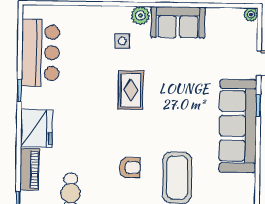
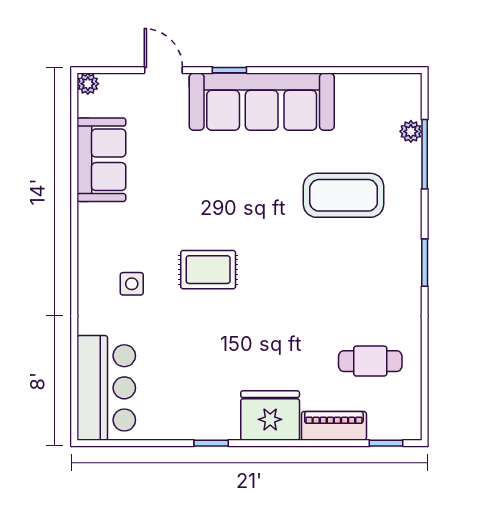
plant: (140, 15) -> (92, 256), removed
sofa: (178, 22) -> (101, 160), moved
bar counter: (40, 53) -> (106, 388), moved, turned 90
armchair: (130, 168) -> (329, 269), removed

